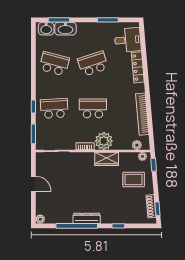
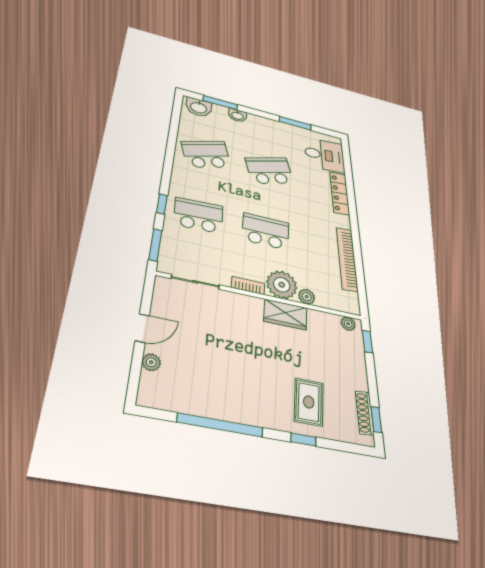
washbasin: (65, 29) -> (237, 115), width x0.52, depth x0.69
school desk: (54, 64) -> (206, 154), turned -33
plant: (137, 145) -> (307, 297), moved
rug: (134, 180) -> (309, 402), moved, turned 90
door: (33, 184) -> (142, 328), hinge flipped
dresser: (87, 218) -> (242, 414), removed
plant: (40, 219) -> (151, 362), moved

